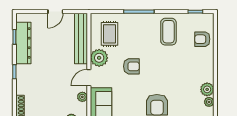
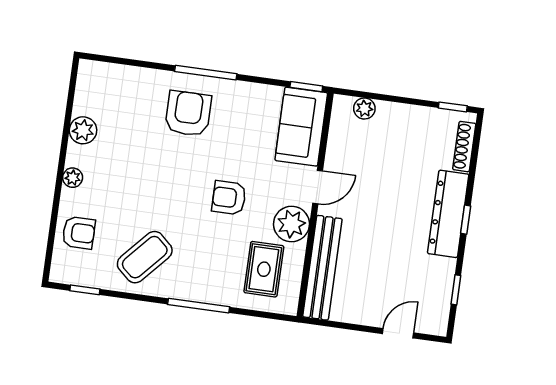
door: (55, 12) -> (398, 333), moved
coffee table: (168, 32) -> (145, 257), turned 42
dresser: (23, 43) -> (448, 214), moved
plant: (82, 97) -> (336, 150), removed
plant: (209, 102) -> (73, 178), moved

